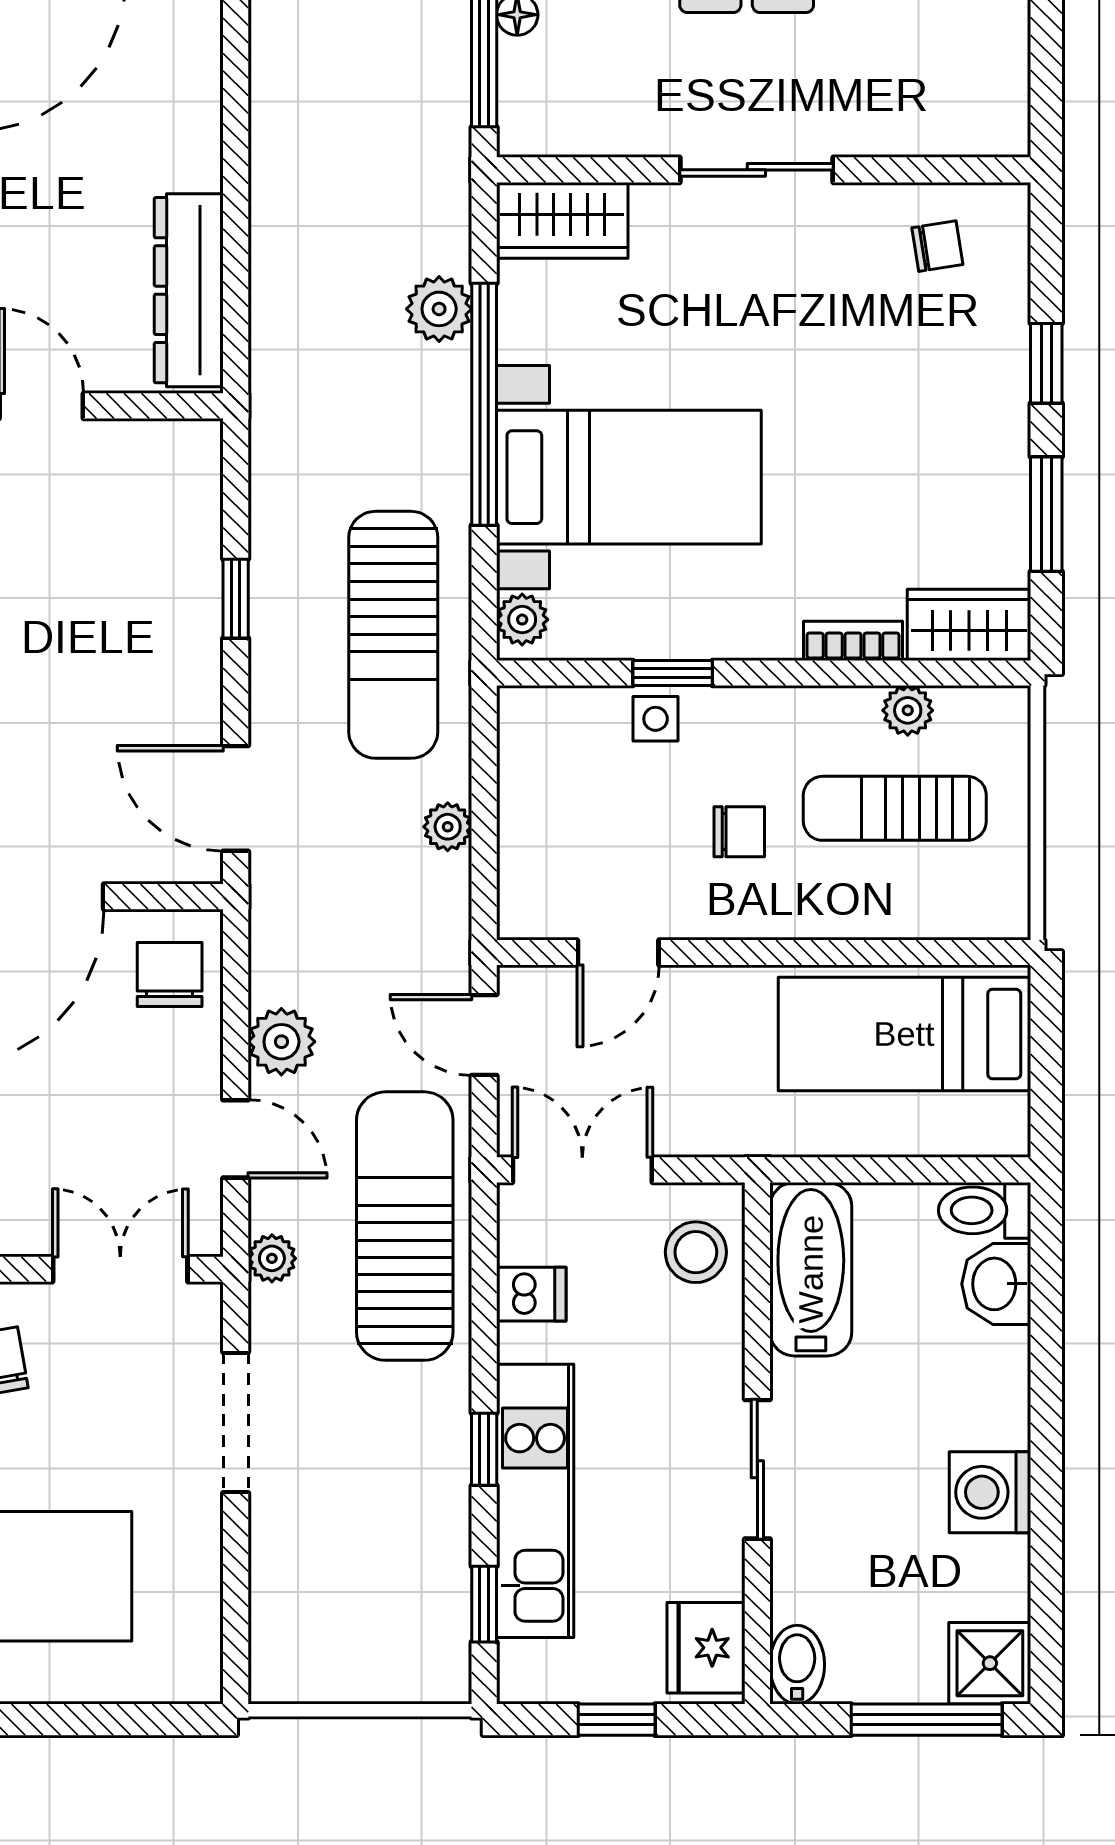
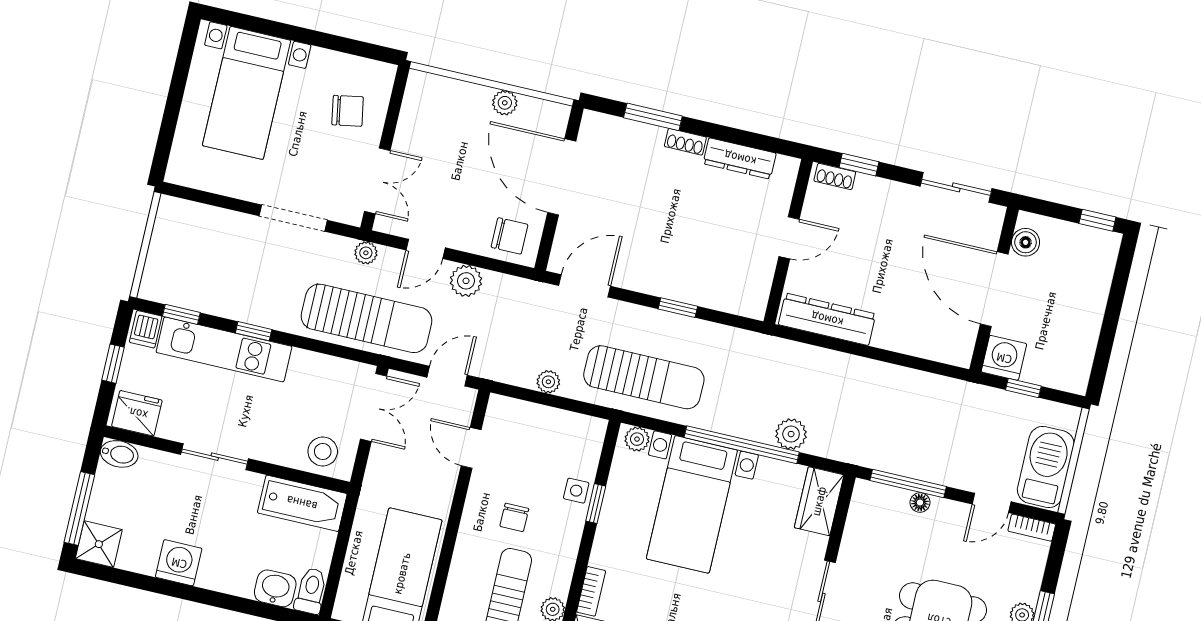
sun lounger: (393, 635) -> (644, 377), turned 180
dishwasher: (531, 1294) -> (146, 329), moved

